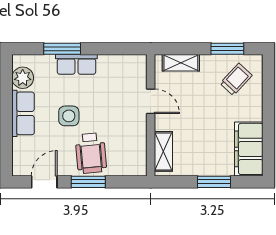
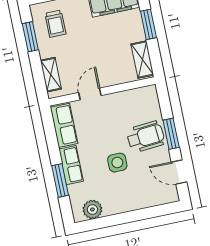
trolley: (236, 79) -> (55, 24), turned -133
row of seats: (23, 113) -> (64, 125), moved, turned 90
shelving: (163, 151) -> (142, 60), moved, turned 90

